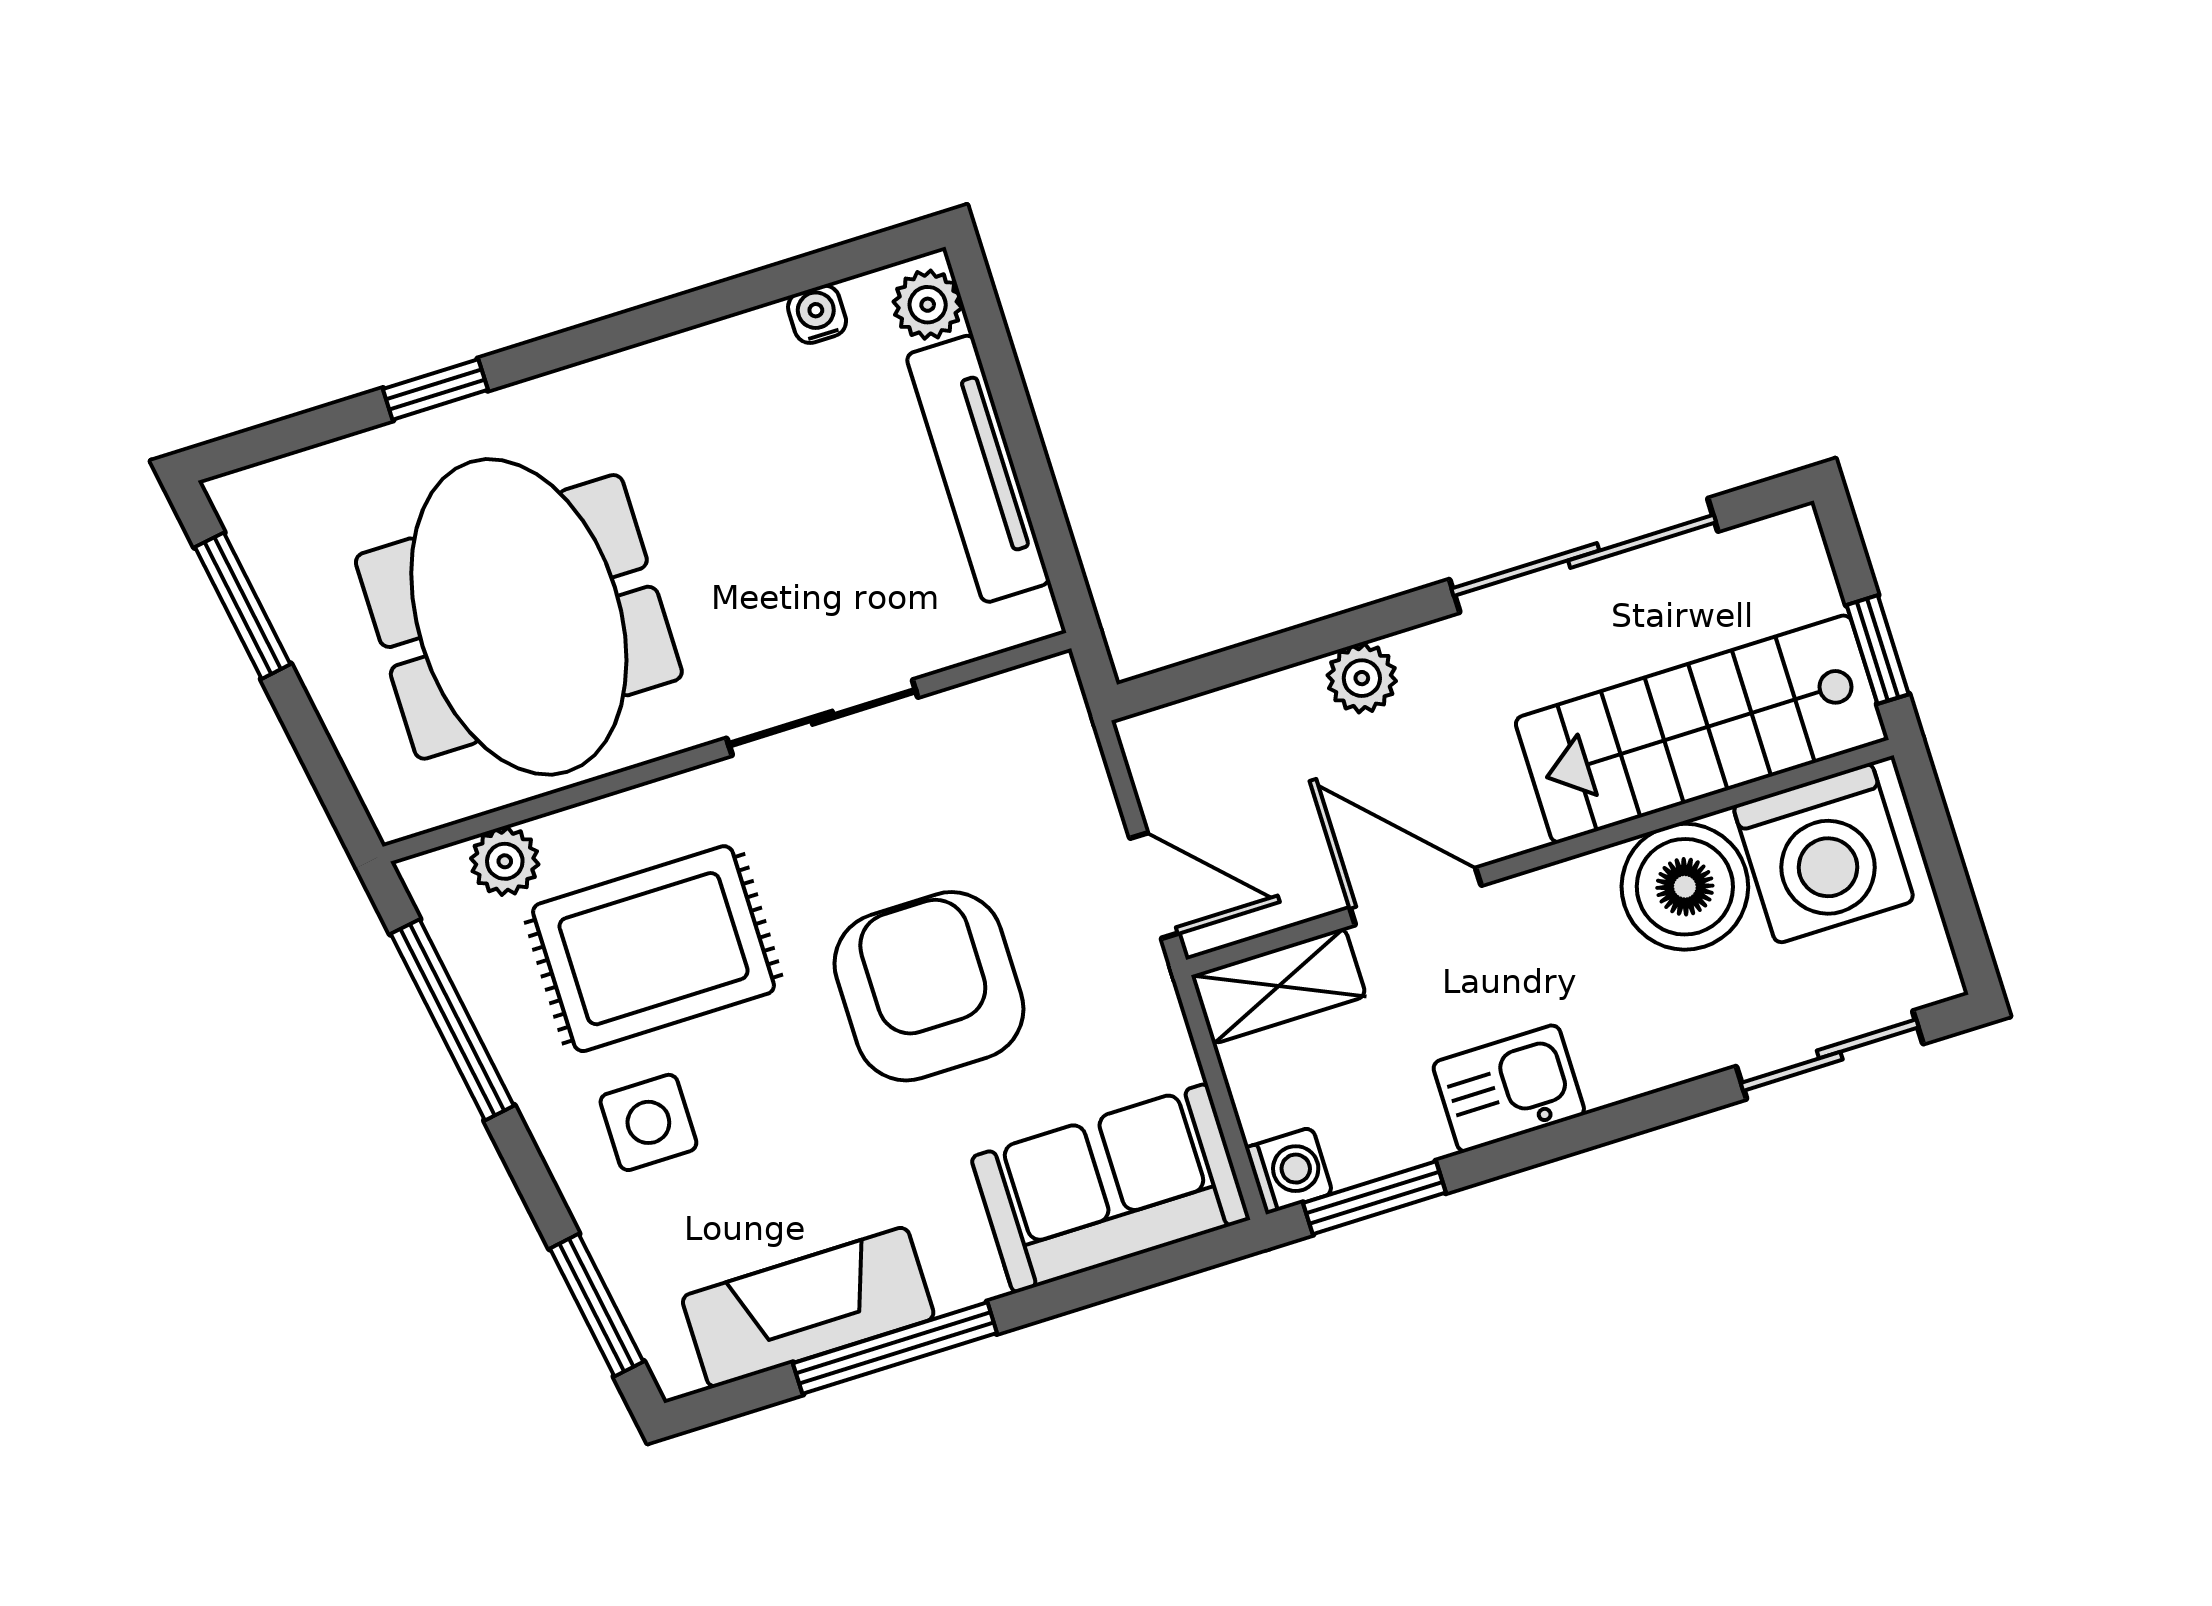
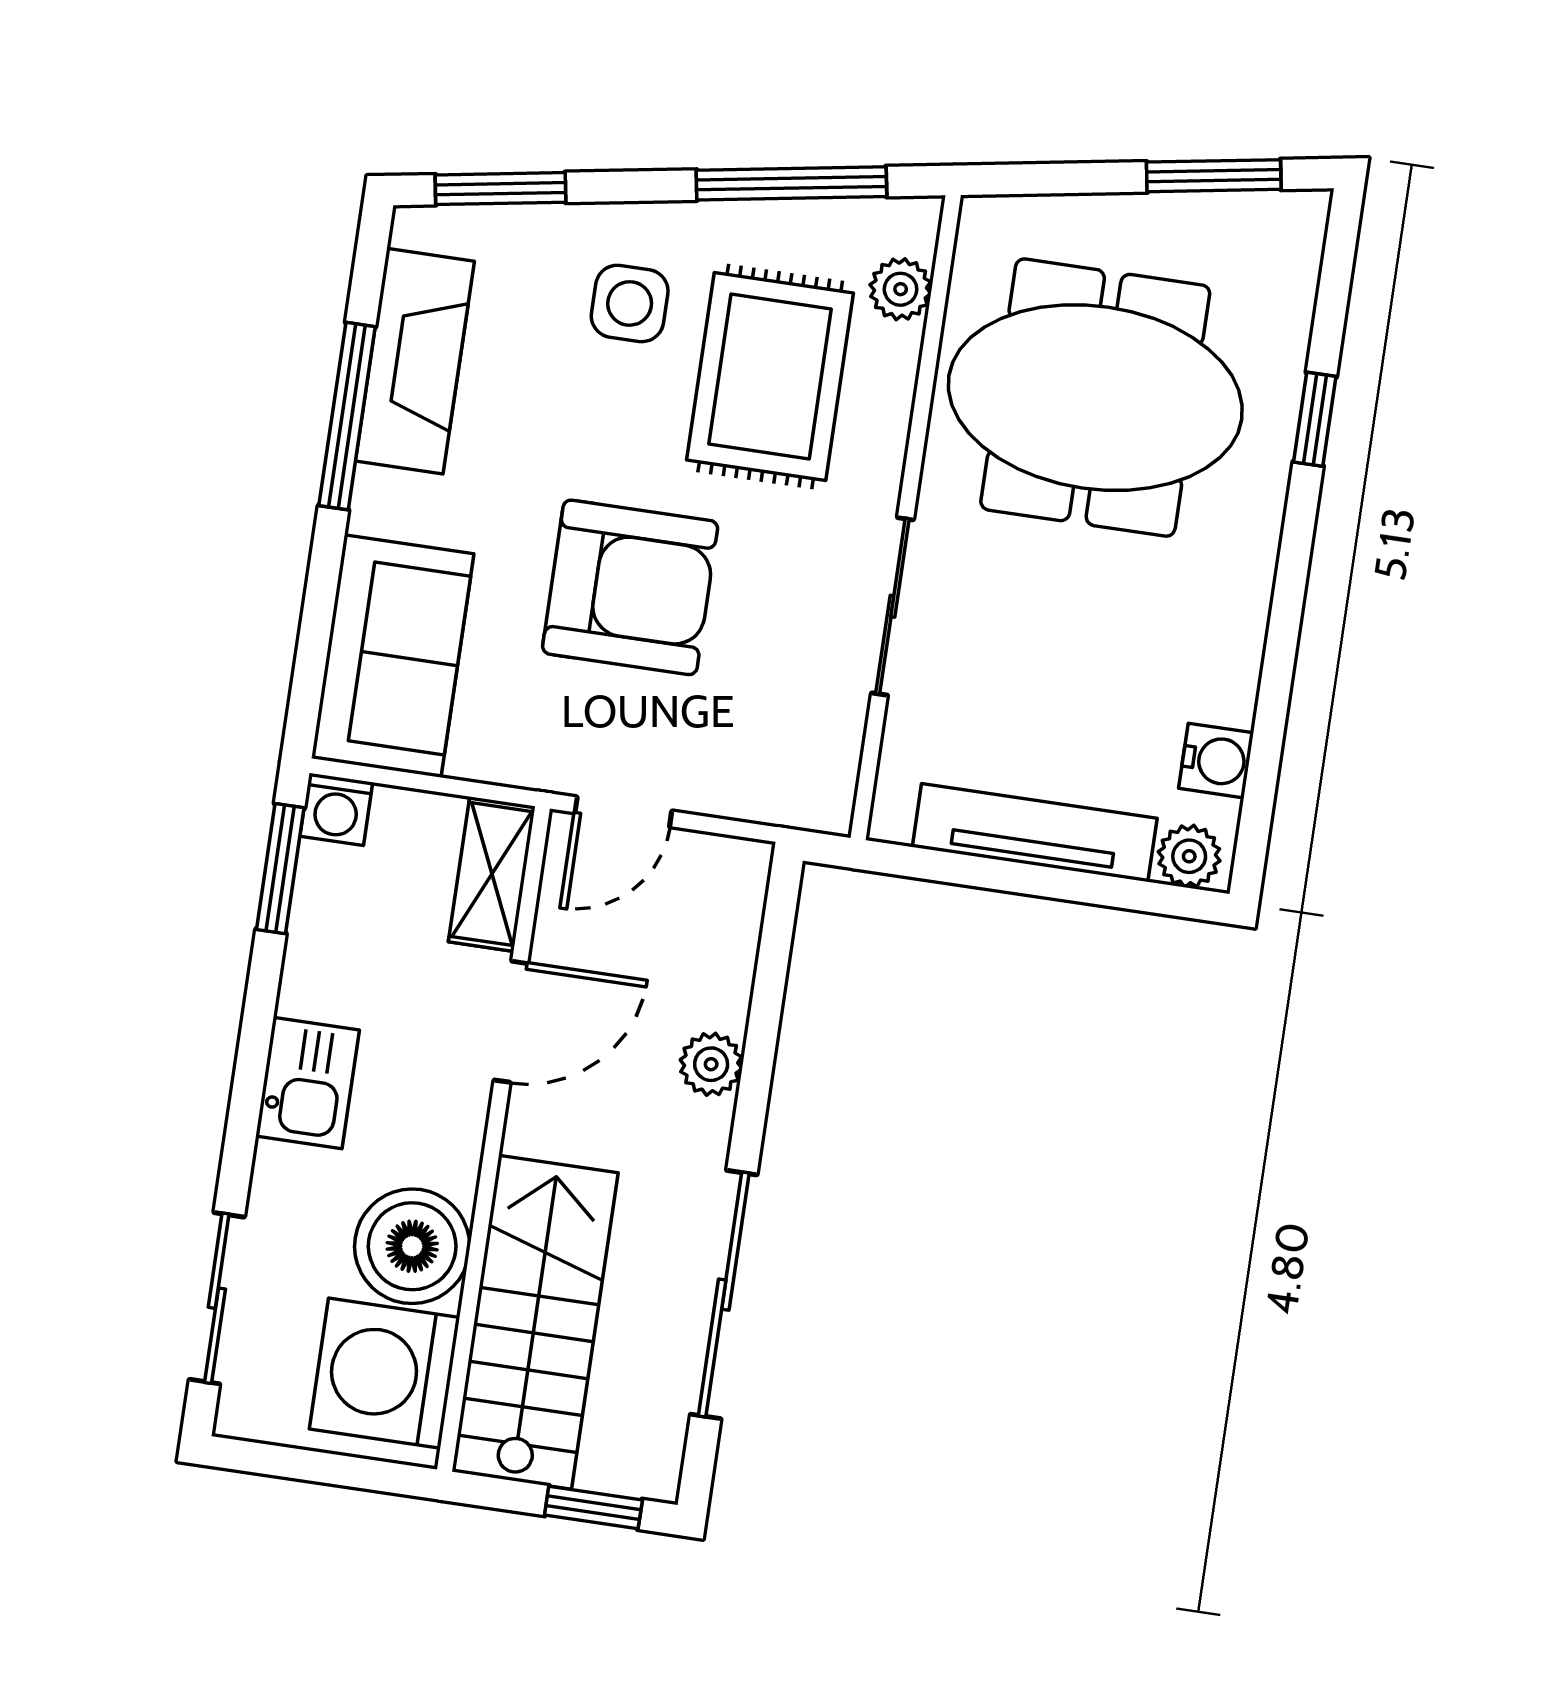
water cooler: (817, 314) -> (1216, 761), width x1.38, depth x1.38
window: (1878, 650) -> (593, 1508), moved
kitchen sink: (1509, 1089) -> (308, 1083), moved

